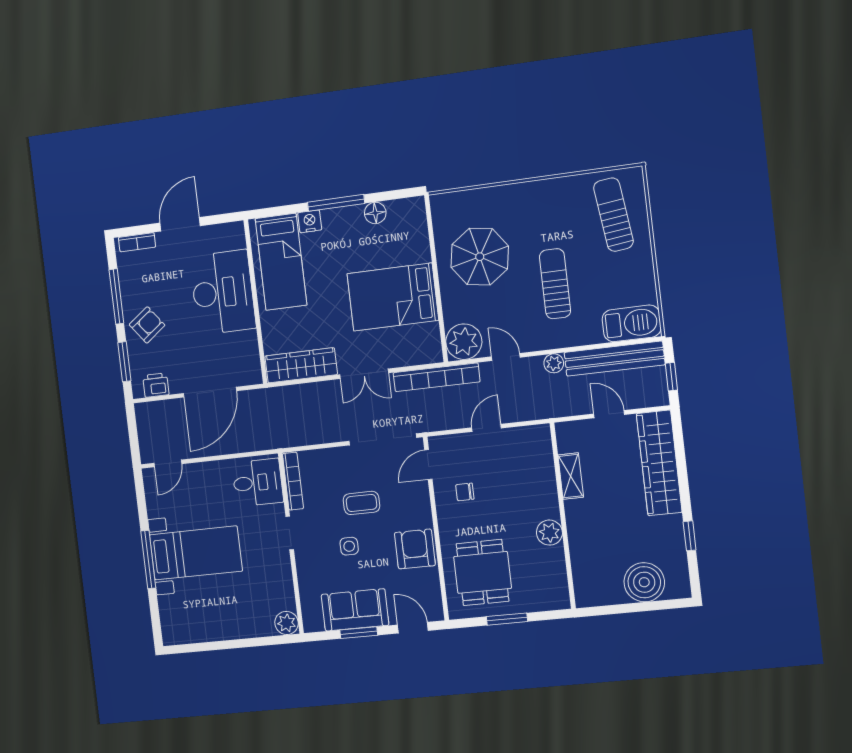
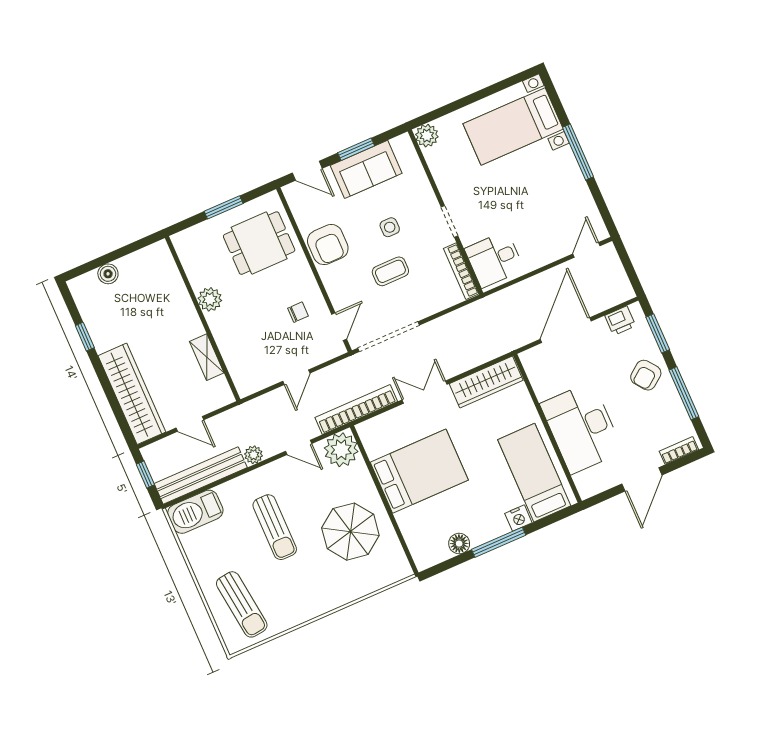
bed with nightstands: (196, 553) -> (513, 126), moved
dining table: (482, 572) -> (259, 243), turned 90
boiler: (644, 582) -> (108, 274), width x0.54, depth x0.54

